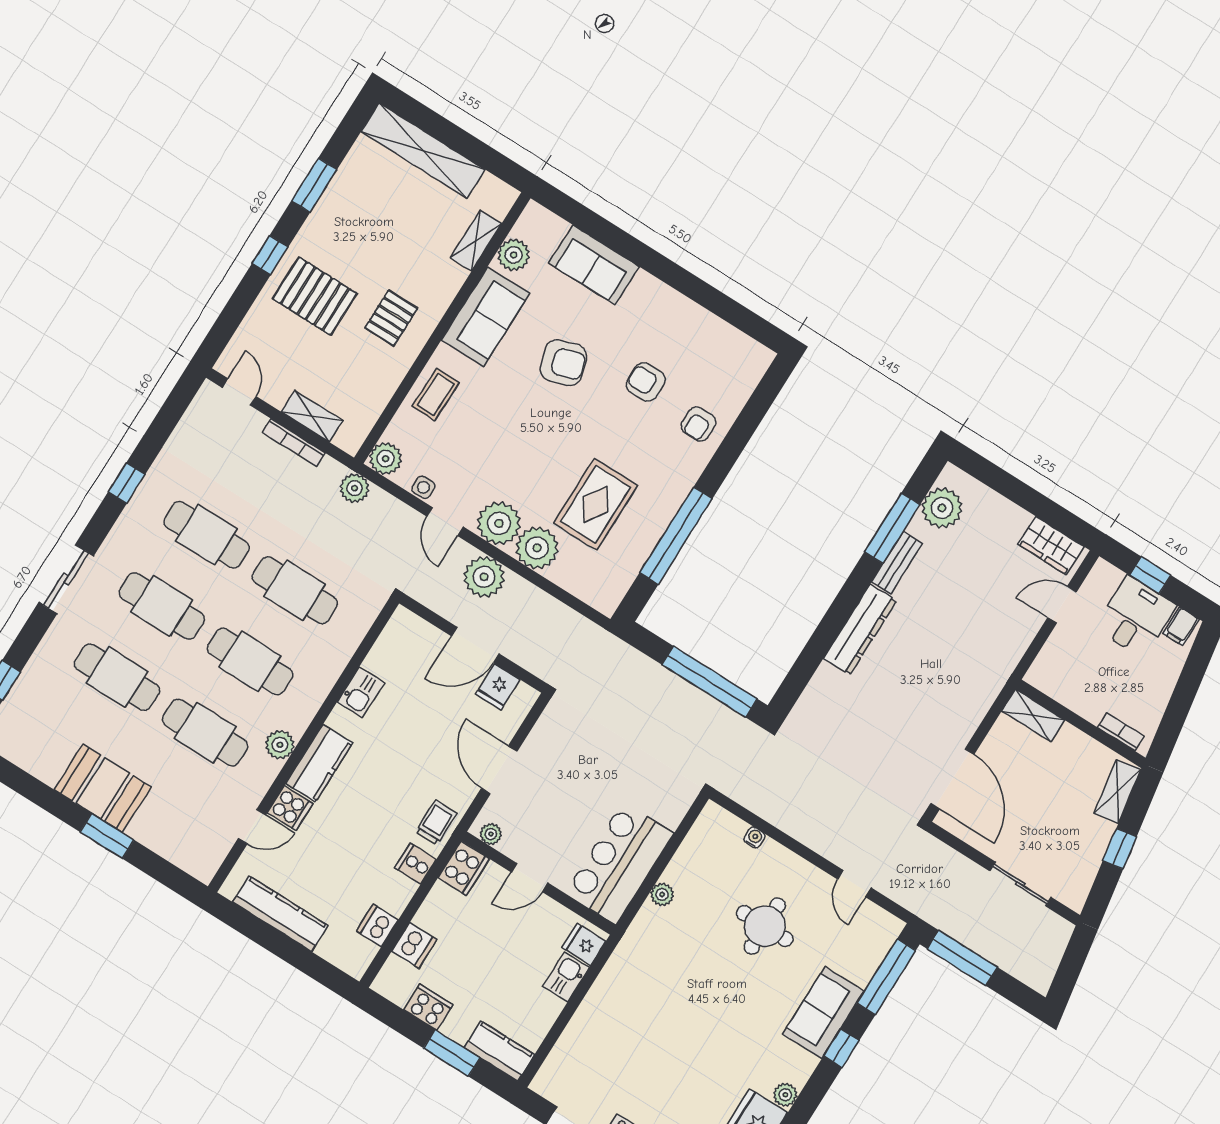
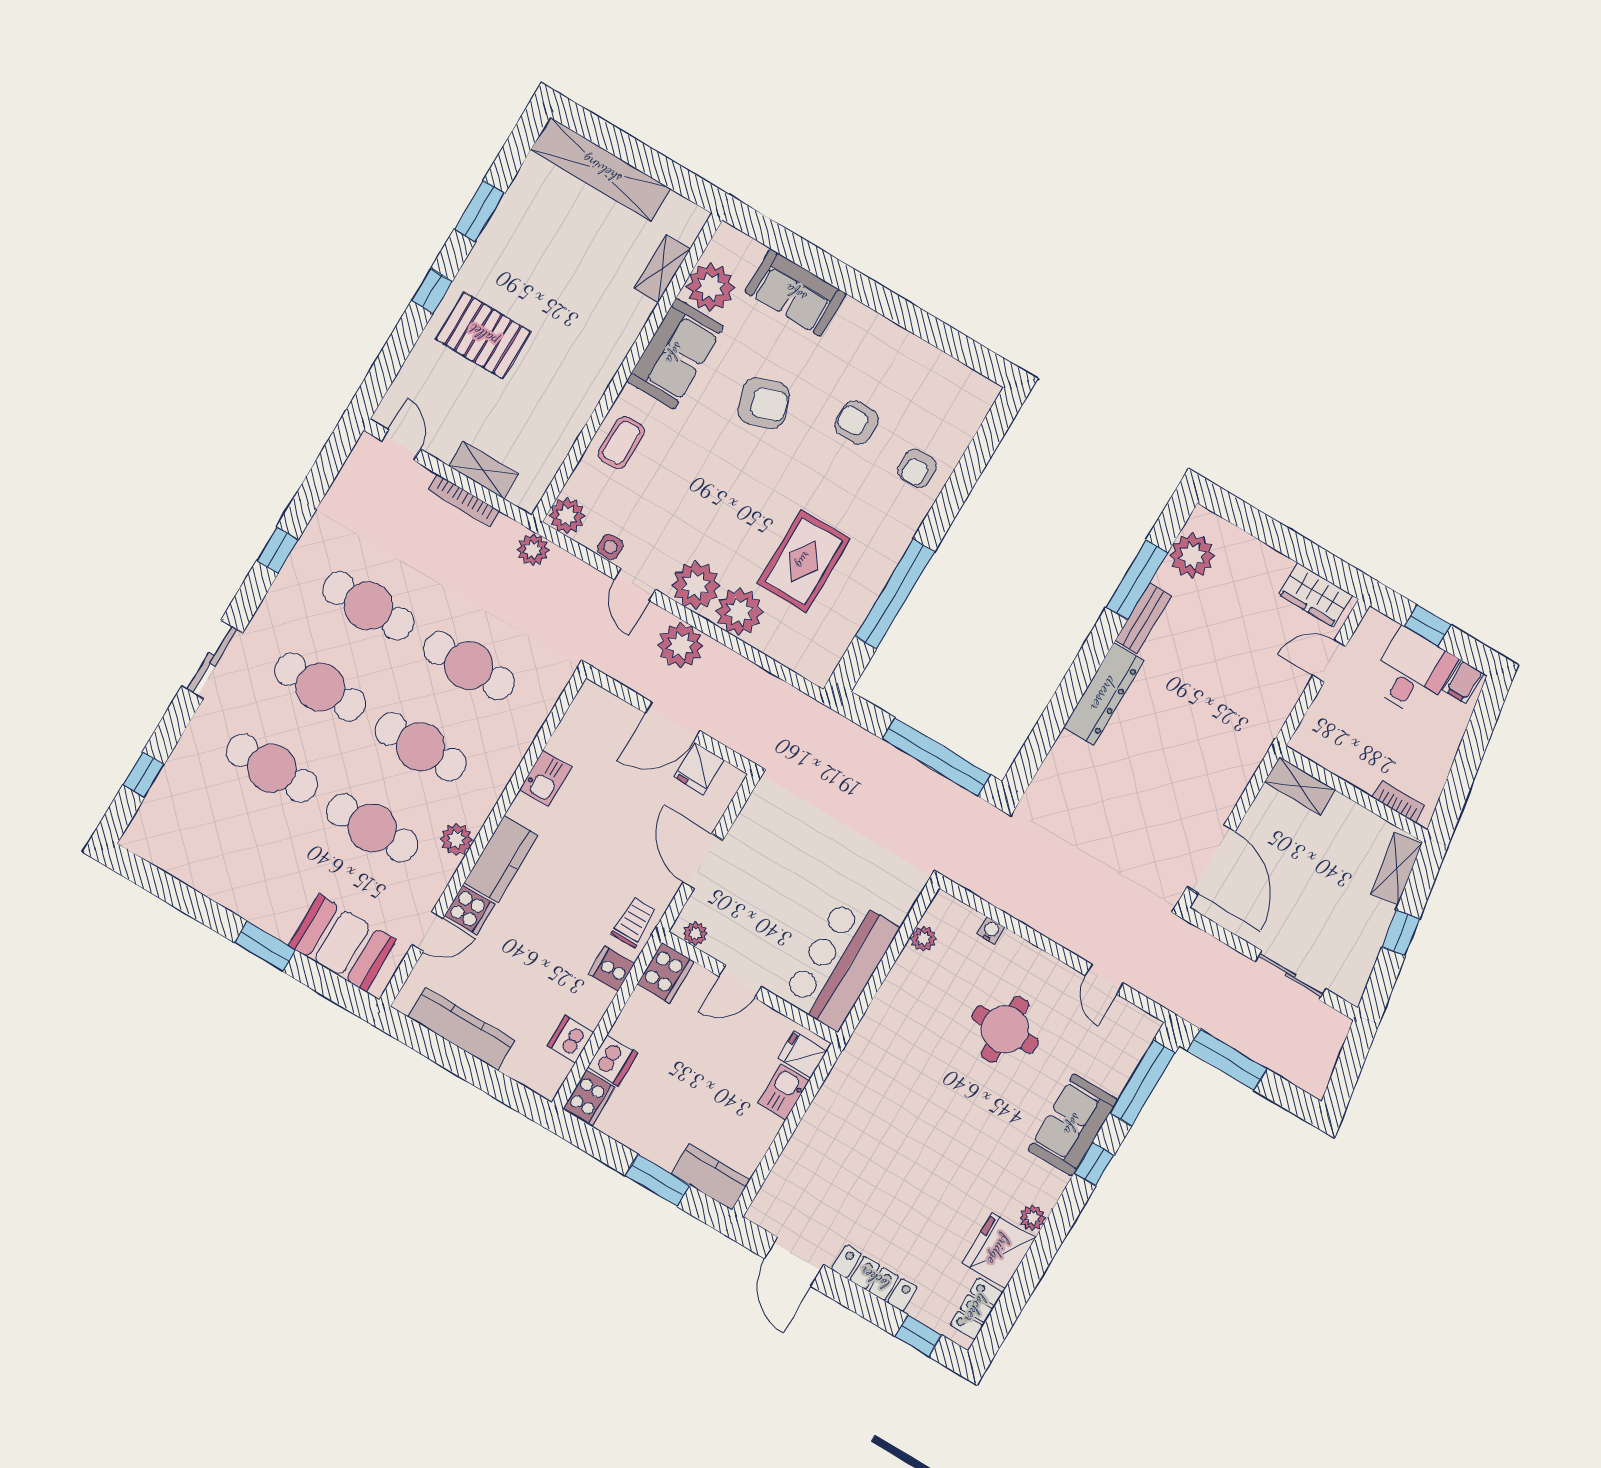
plant: (514, 255) -> (711, 287), width x1.36, depth x1.36
pallet: (391, 318) -> (569, 358), removed
booth: (103, 788) -> (342, 943), moved
plant: (662, 894) -> (923, 939), moved
cooker: (428, 1007) -> (589, 1098), moved, turned 90

